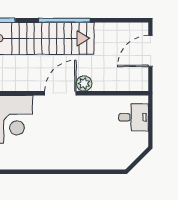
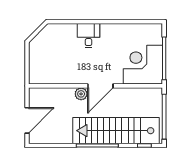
desk: (134, 117) -> (88, 36), moved, turned 90

